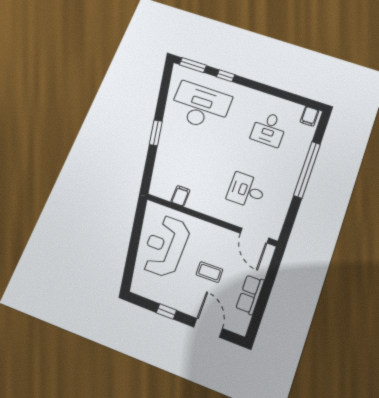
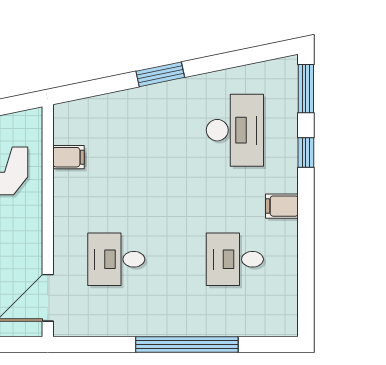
desk: (200, 106) -> (235, 130), width x0.73, depth x0.77
filing cabinet: (310, 116) -> (282, 206), moved
desk: (246, 190) -> (116, 259), turned -90

